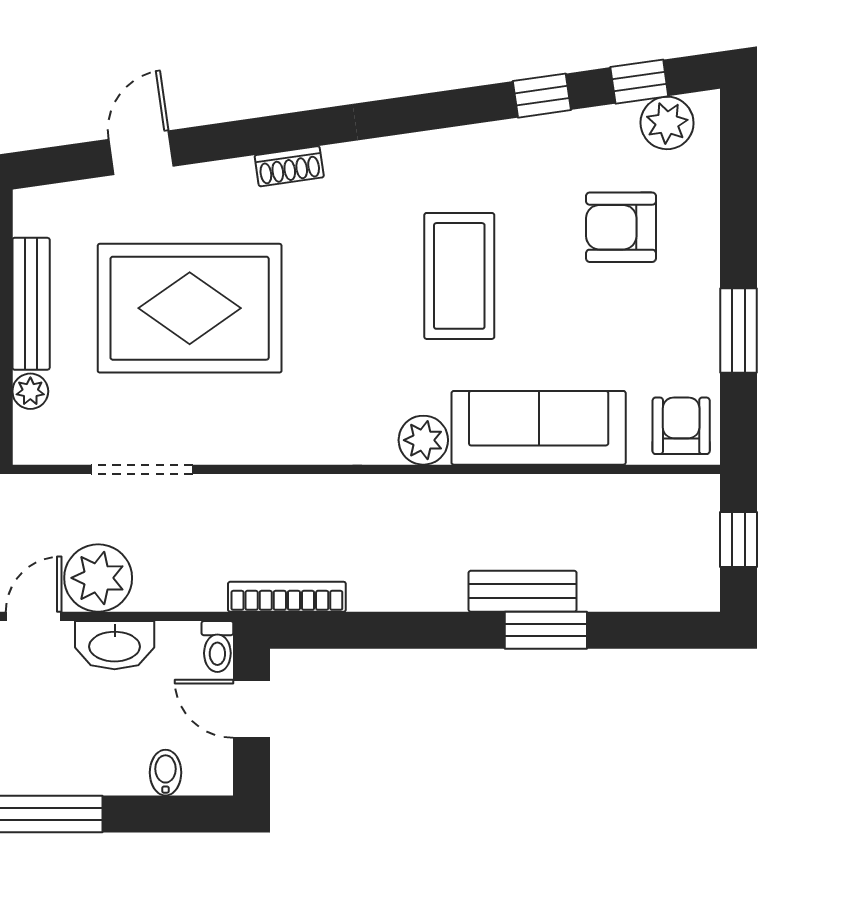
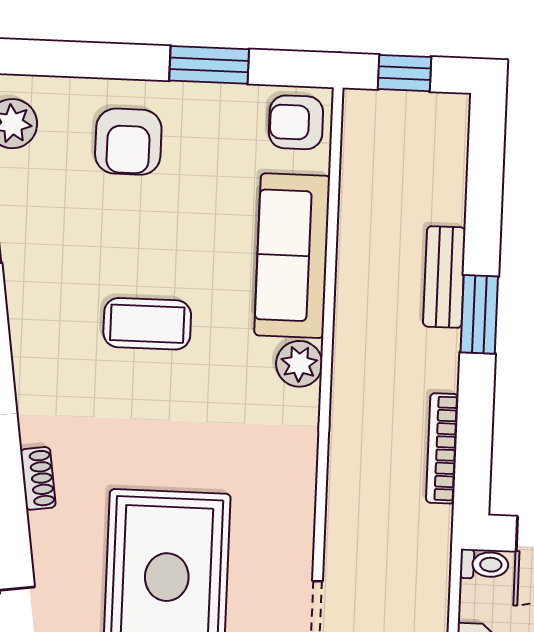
armchair: (621, 227) -> (128, 142), moved
coffee table: (459, 276) -> (147, 324), width x0.73, depth x0.76
bookcase: (287, 597) -> (442, 448), moved
window: (546, 630) -> (479, 314), moved

